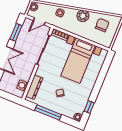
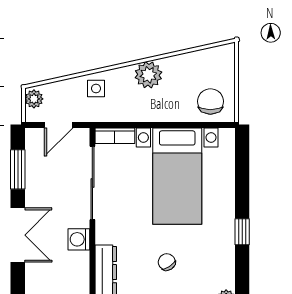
chair: (102, 25) -> (210, 101), moved
washing machine: (22, 86) -> (79, 239), moved
window: (89, 107) -> (242, 232), moved

